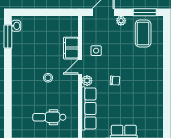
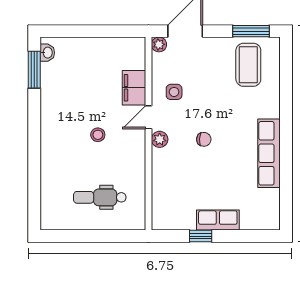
plant: (121, 21) -> (159, 44), moved
row of seats: (89, 108) -> (269, 153), moved, turned 180

